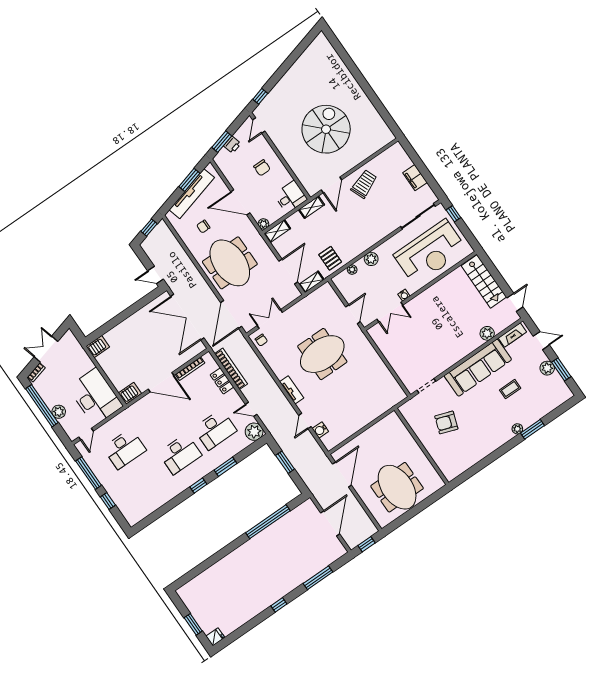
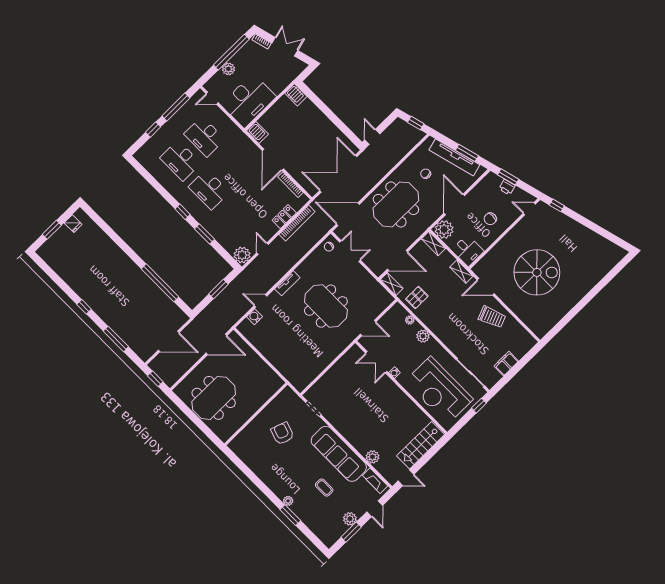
plant: (263, 224) -> (444, 230), width x1.88, depth x1.88
desk: (215, 430) -> (180, 161), moved
fridge: (215, 637) -> (73, 224), moved

